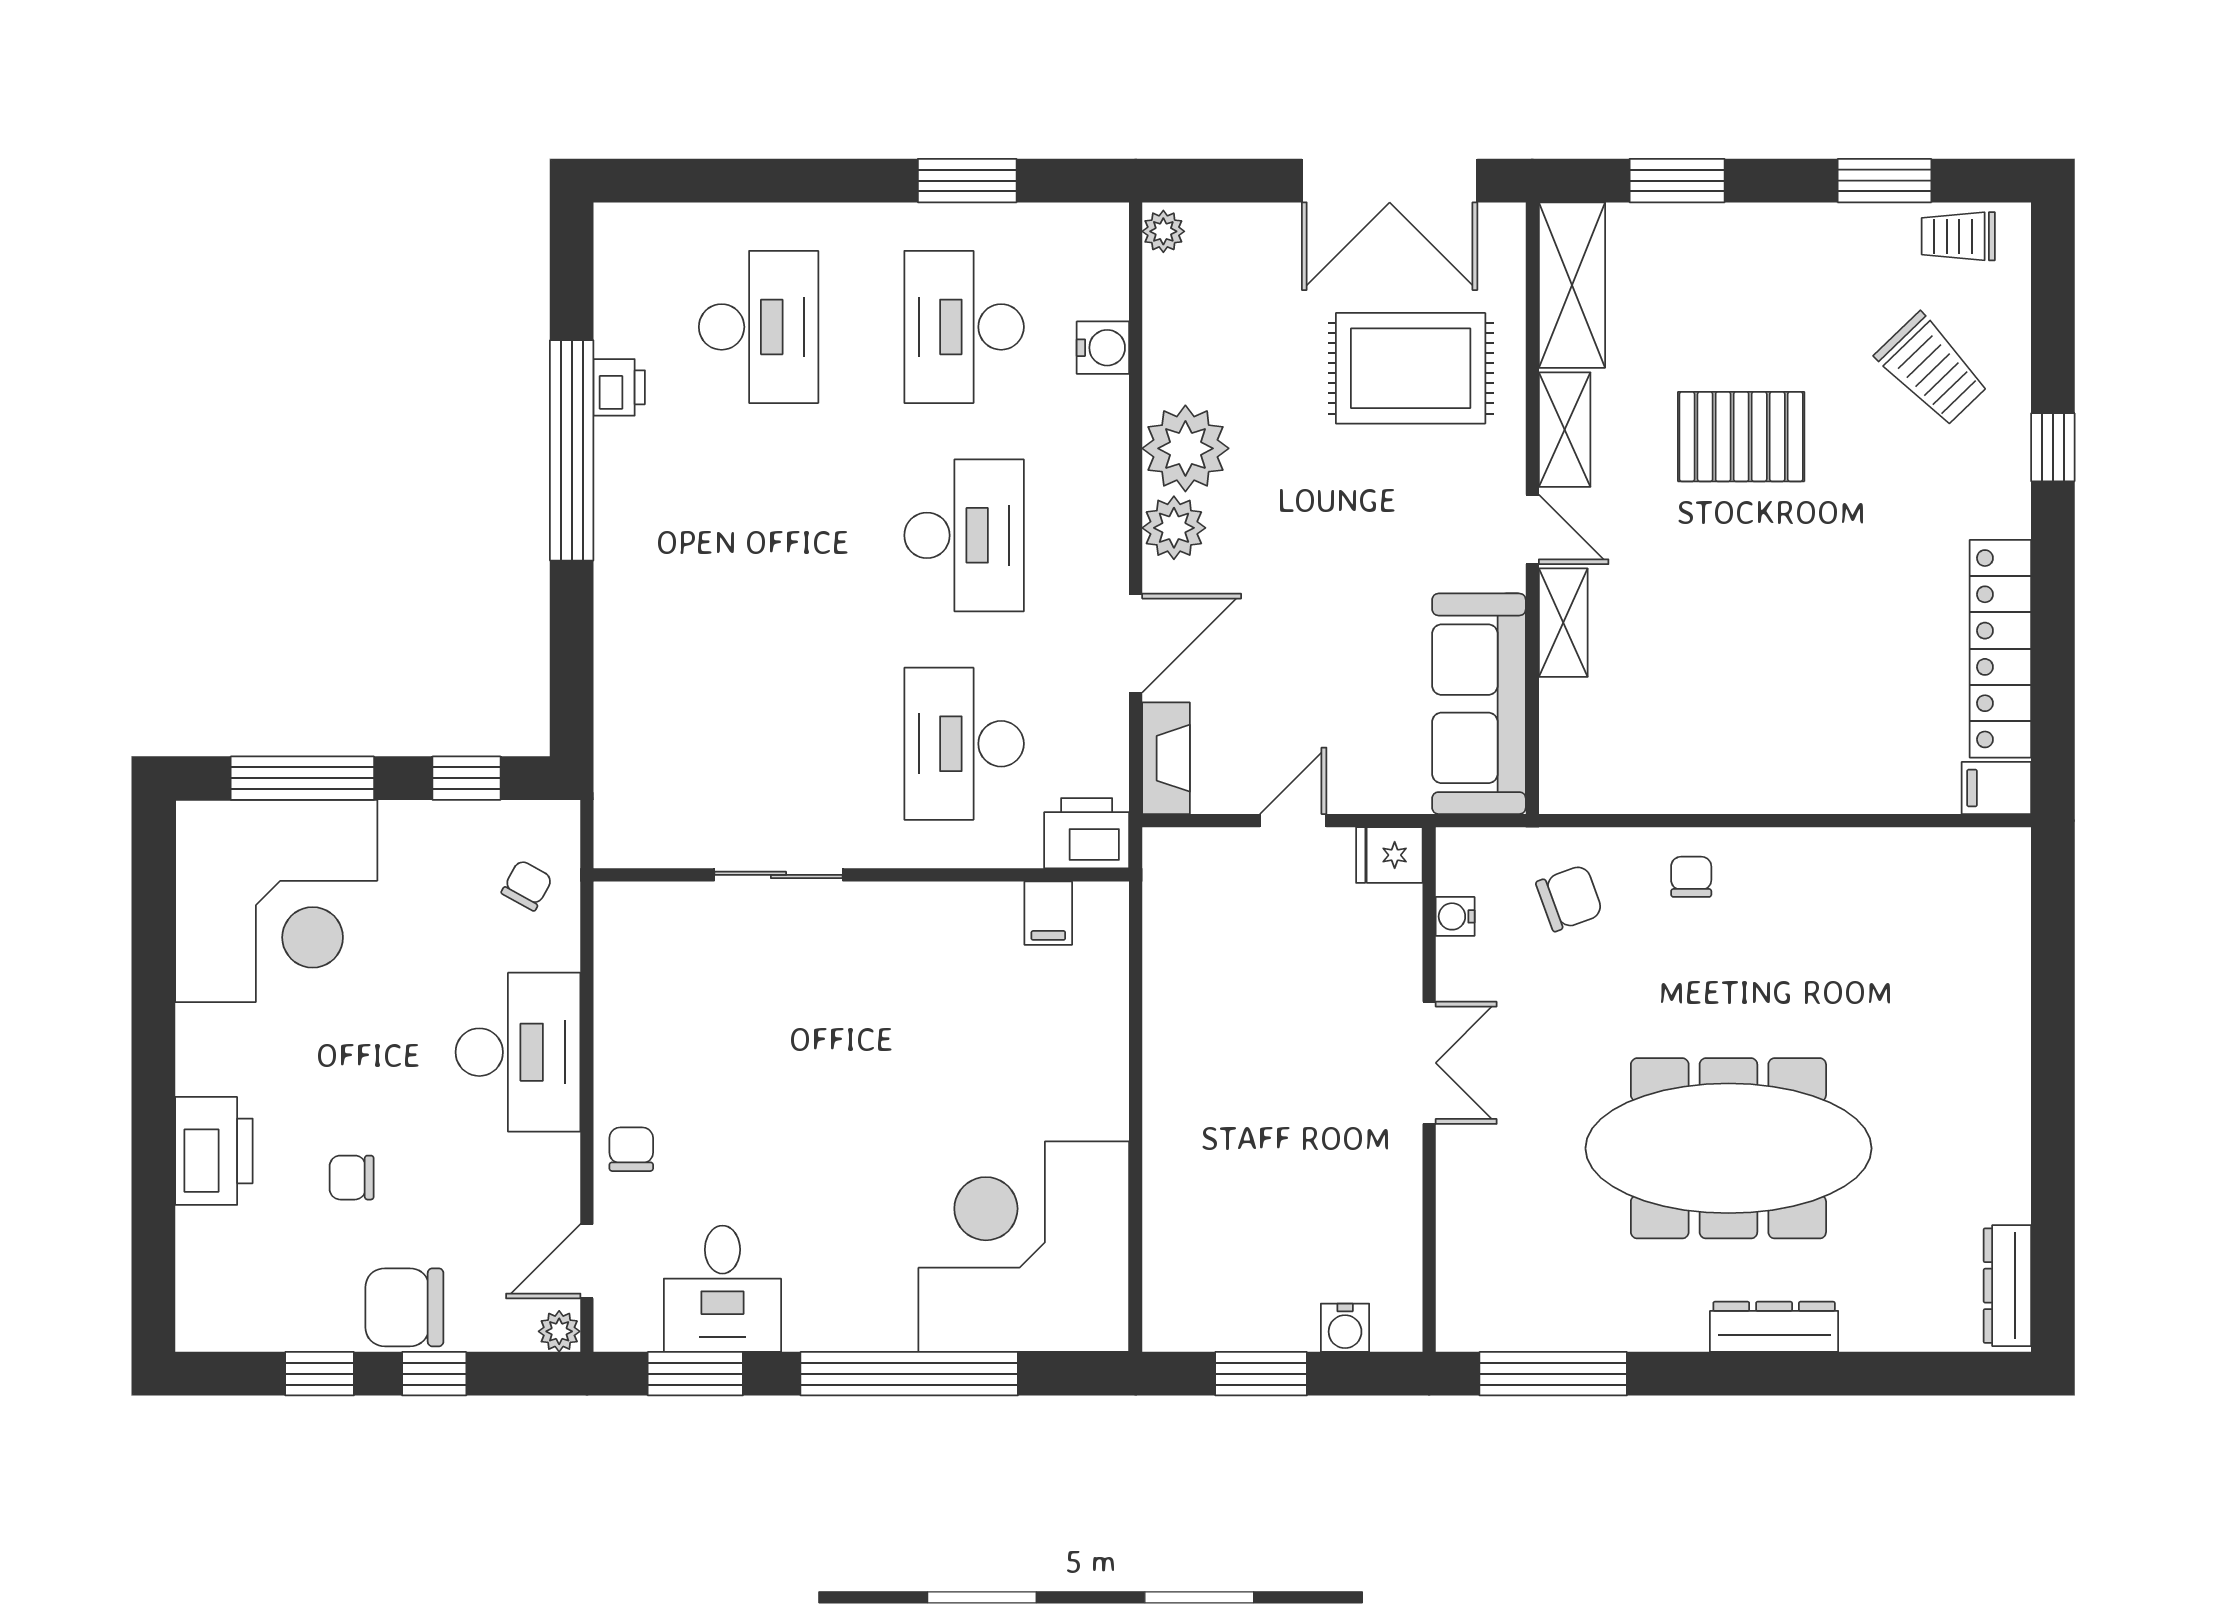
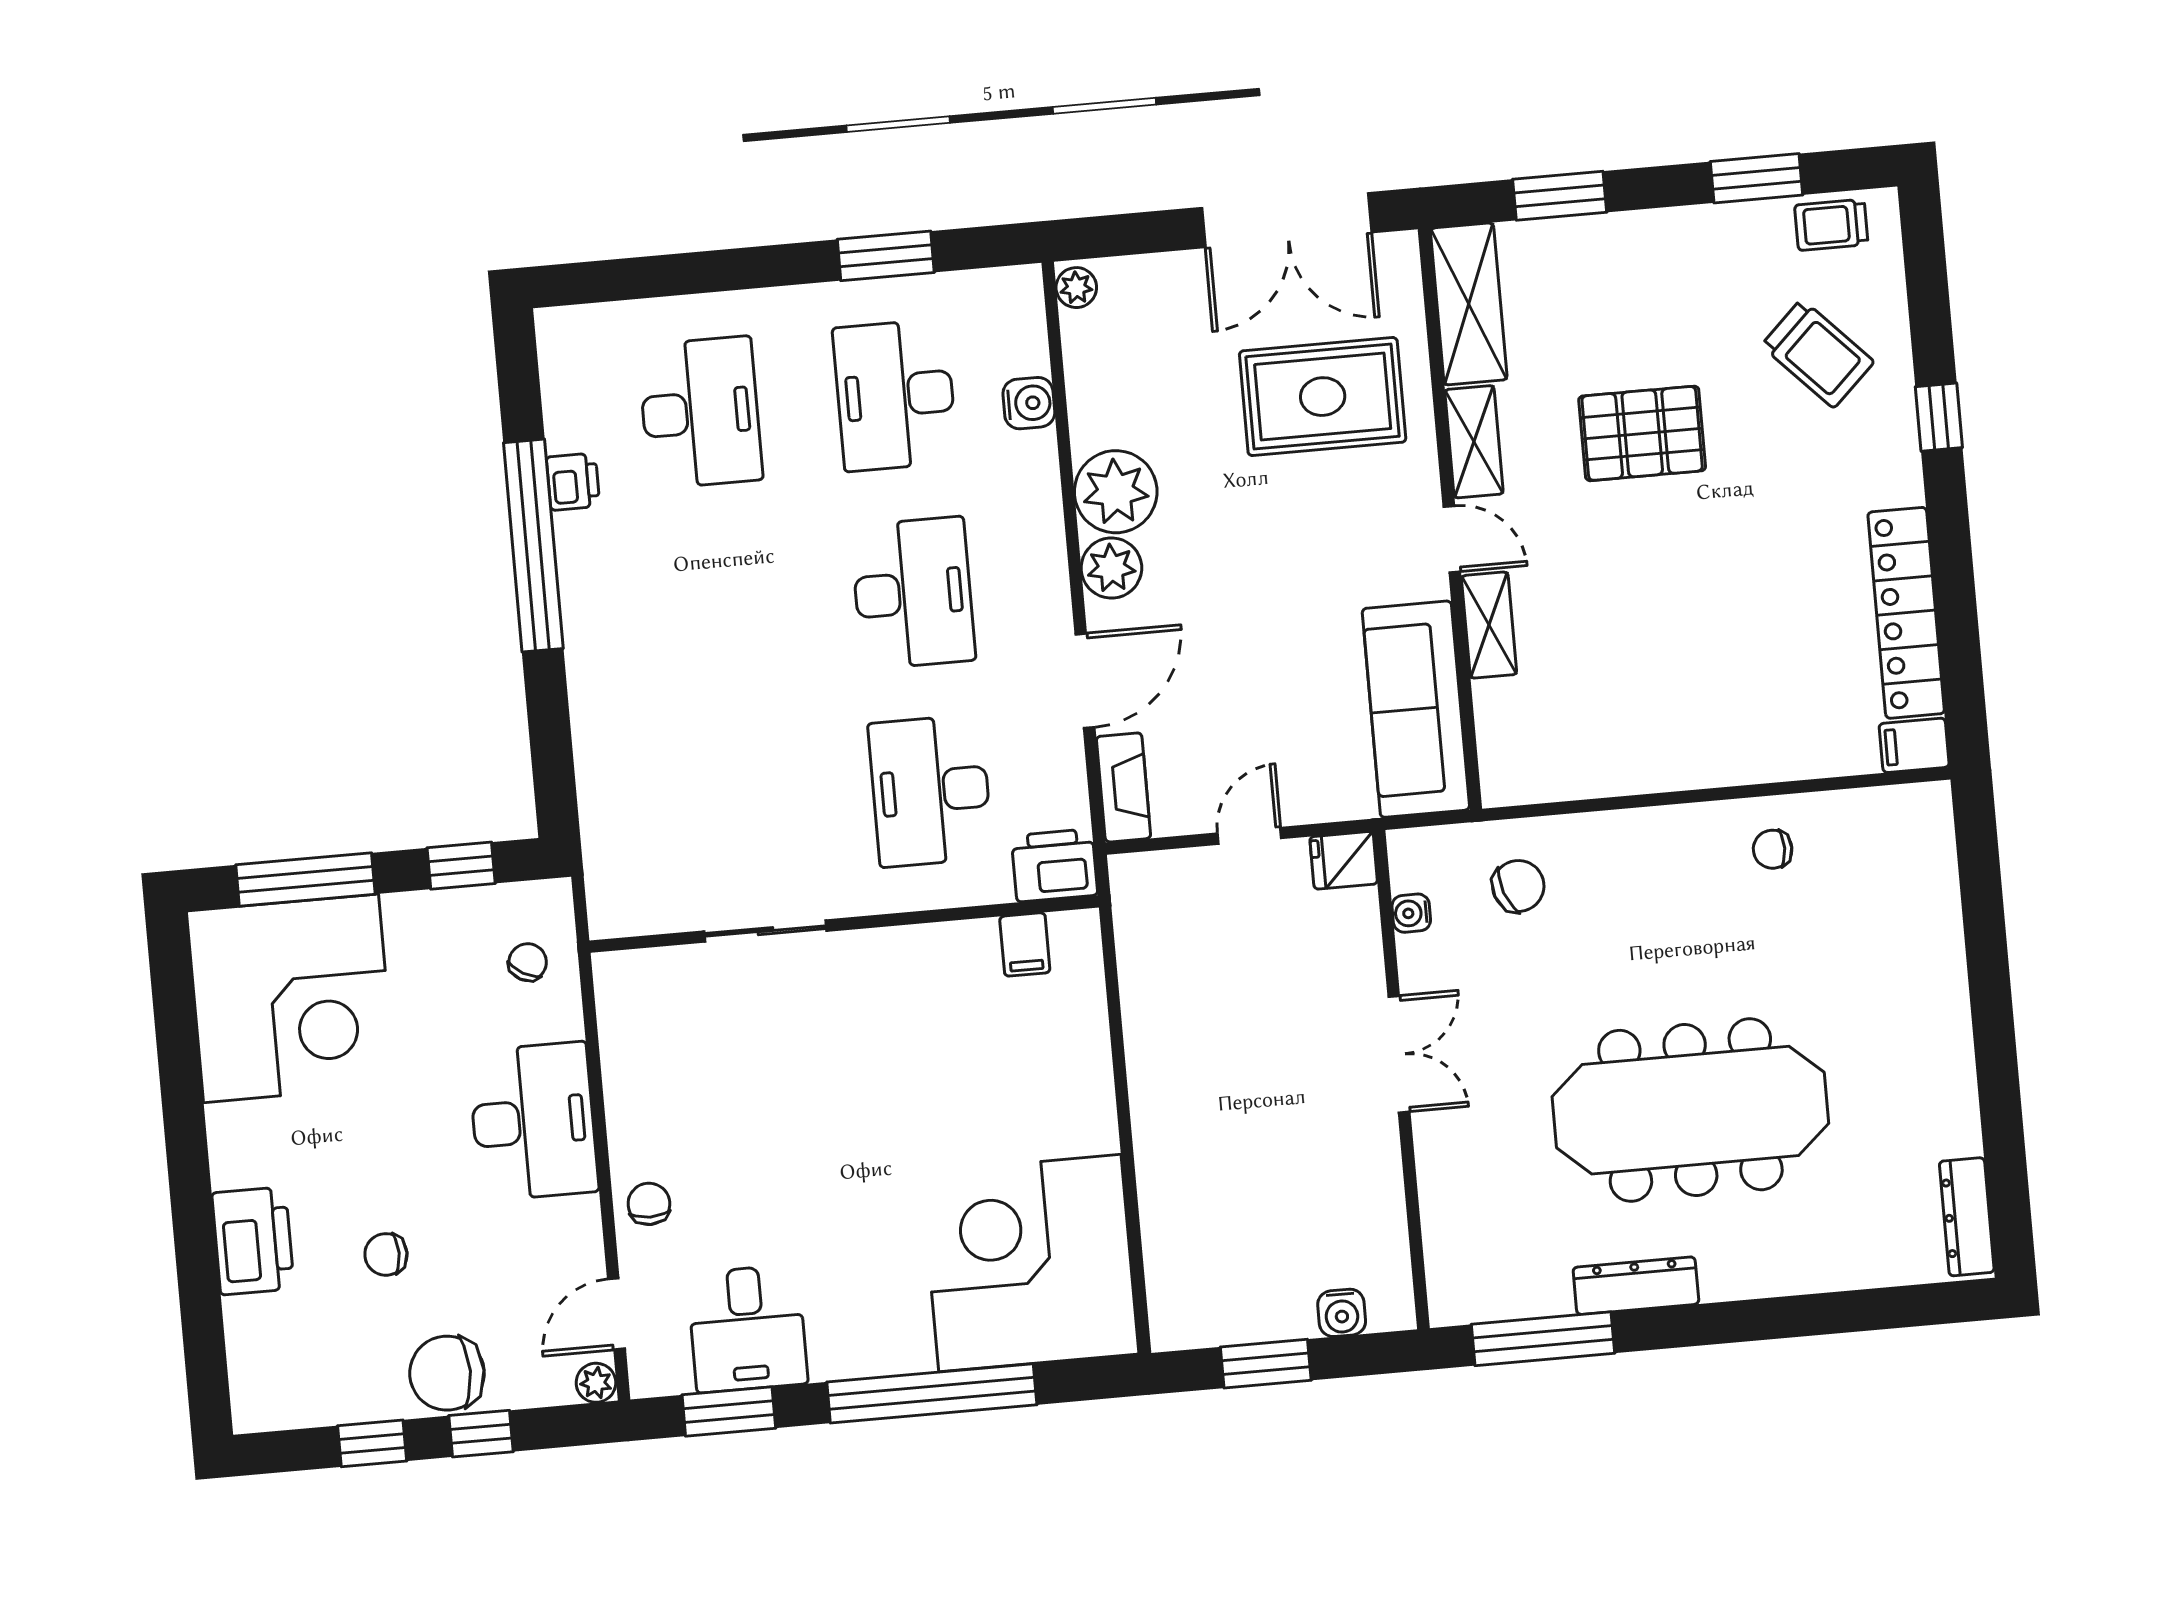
chair: (1691, 877) -> (1773, 849), moved, turned -90
dresser: (1774, 1327) -> (1636, 1286), moved

